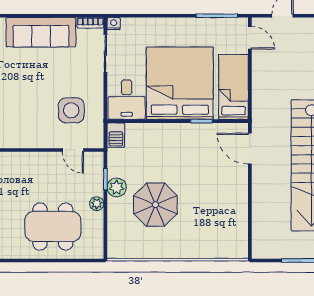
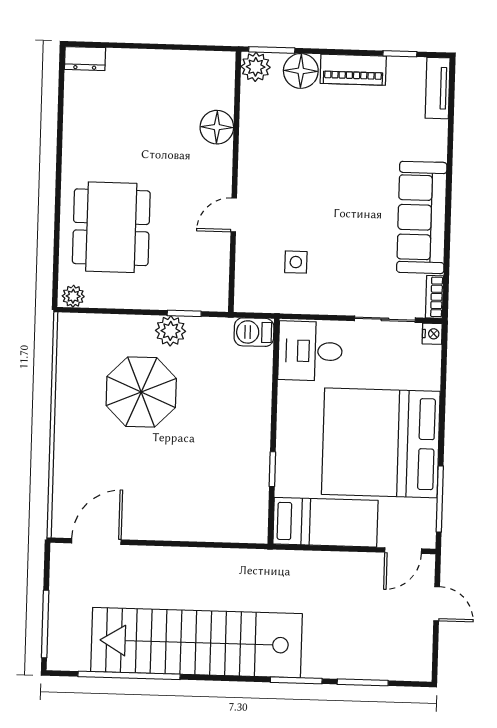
bed: (180, 83) -> (381, 443), moved, turned 180
side table: (71, 110) -> (296, 262), width x0.54, depth x0.54
door: (250, 149) -> (96, 541), moved
door: (73, 150) -> (234, 215), moved
plant: (97, 204) -> (73, 296), moved

